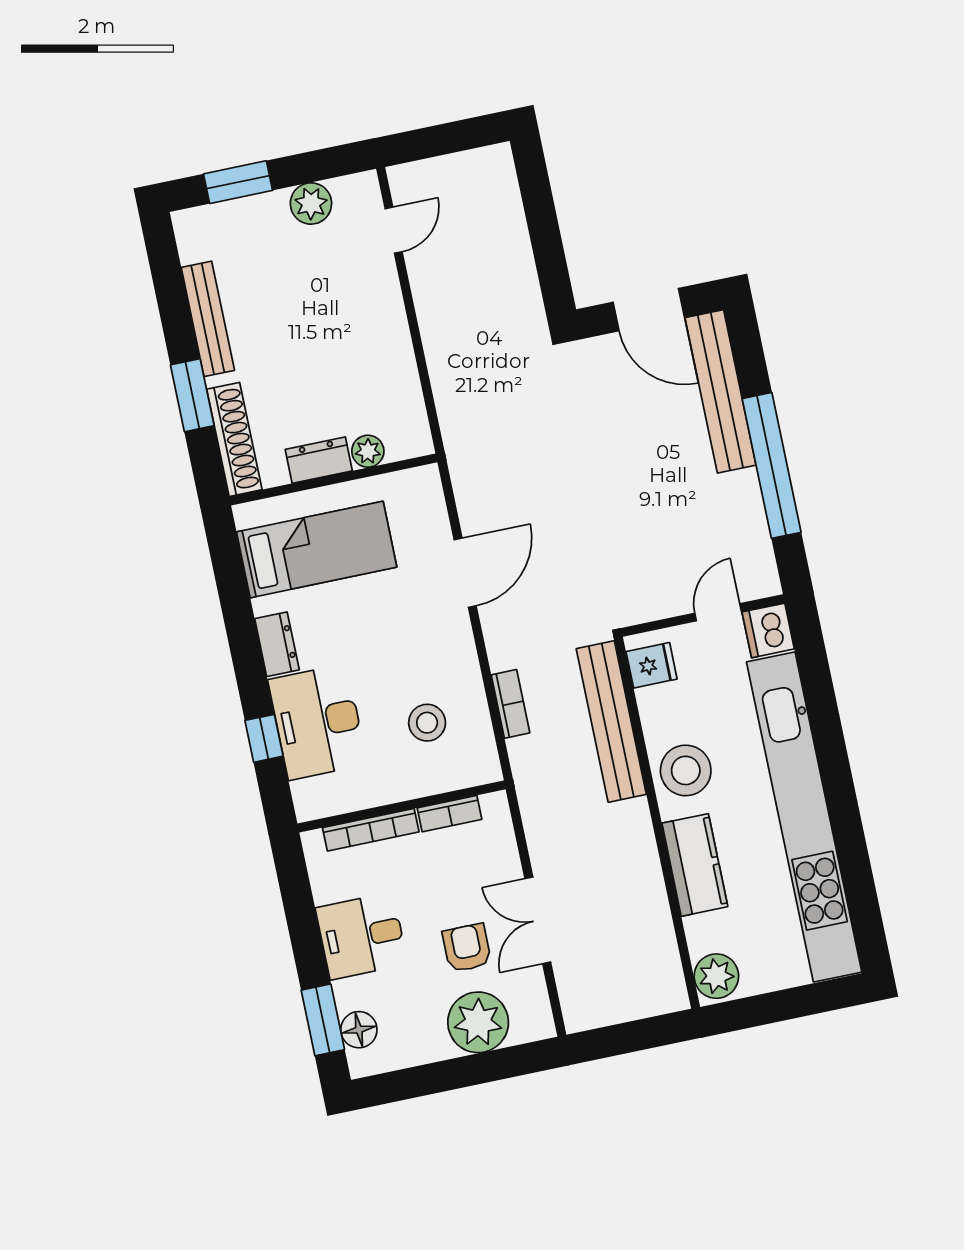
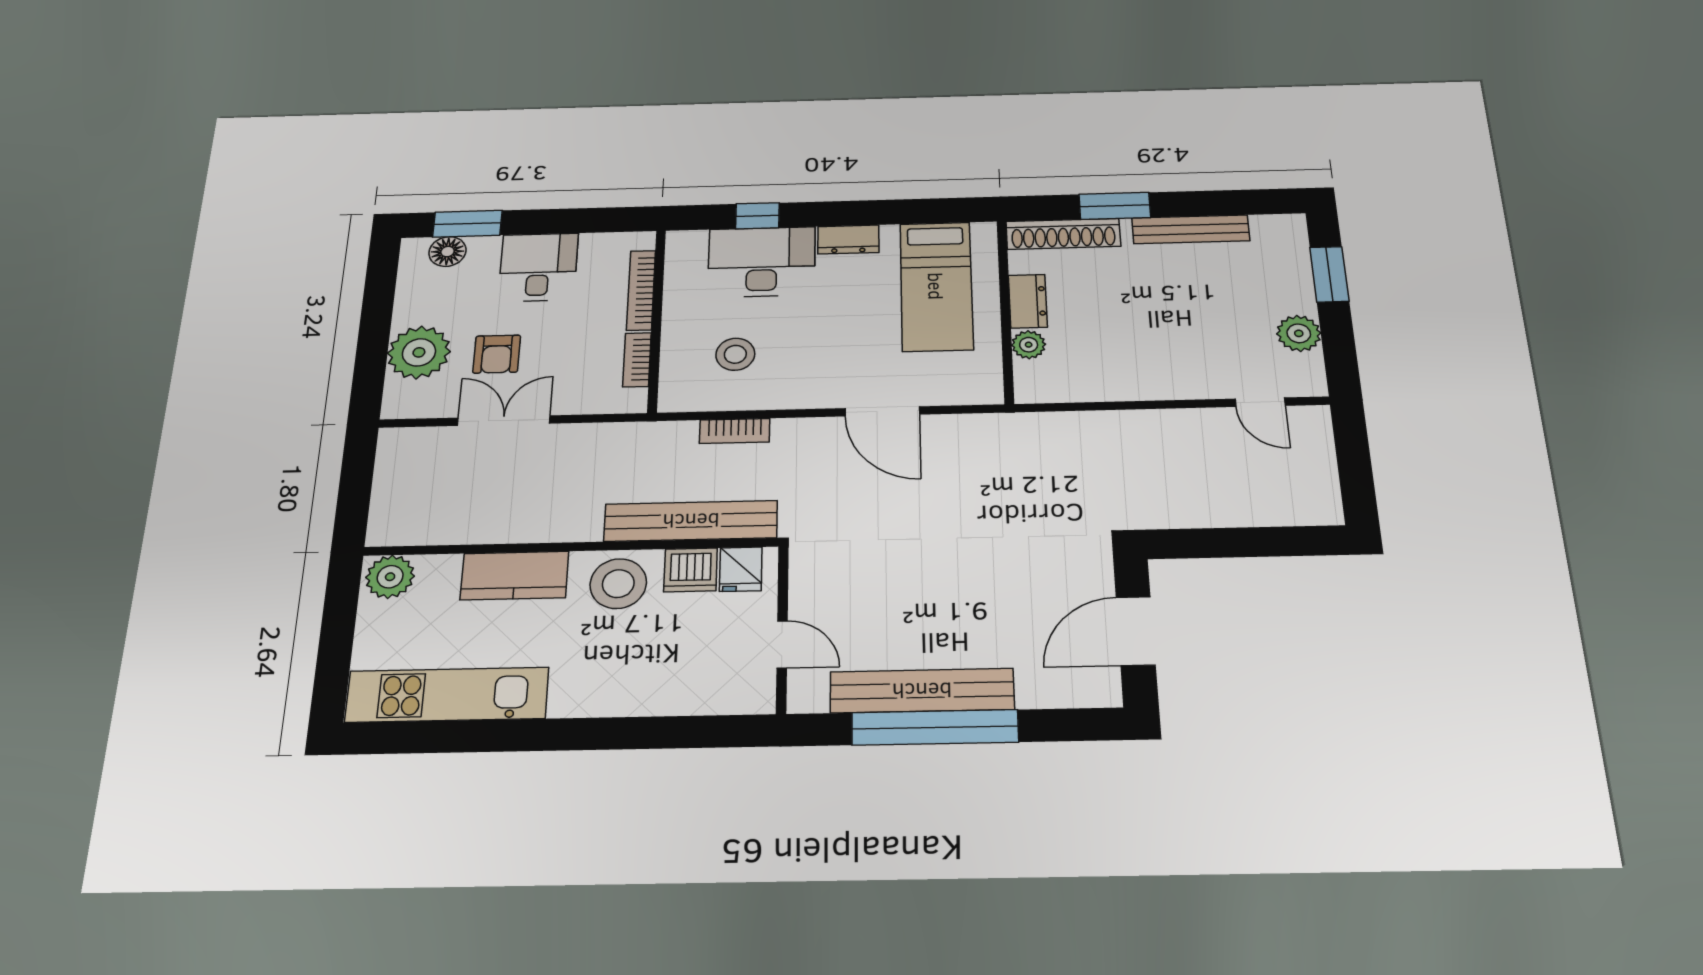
bench: (720, 391) -> (922, 691), moved
dishwasher: (768, 630) -> (691, 570), moved, turned 180
kitchen unit: (804, 817) -> (447, 695), width x0.54
armchair: (467, 948) -> (497, 354), turned 90

